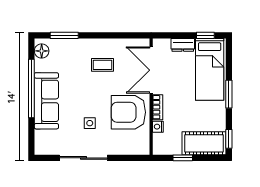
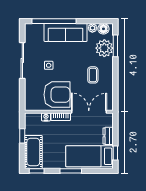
plant: (67, 50) -> (104, 48), added
plant: (40, 65) -> (92, 28), added
window: (31, 88) -> (54, 21), moved
armchair: (128, 112) -> (57, 95), turned 90

